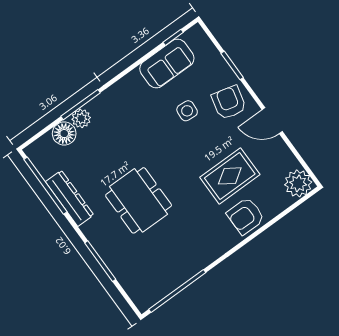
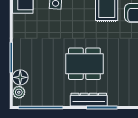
plant: (81, 118) -> (19, 92), moved
dresser: (70, 198) -> (89, 100), moved

